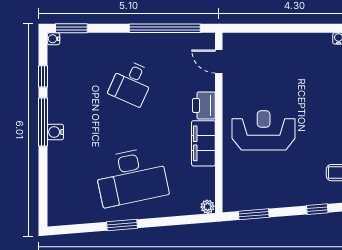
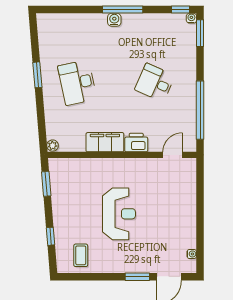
window: (43, 76) -> (181, 10), moved
reception desk: (264, 130) -> (119, 214), moved
desk: (131, 177) -> (77, 83), width x0.73, depth x0.77

